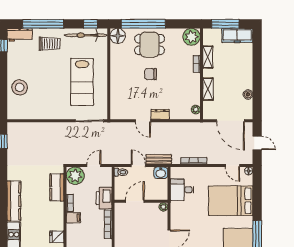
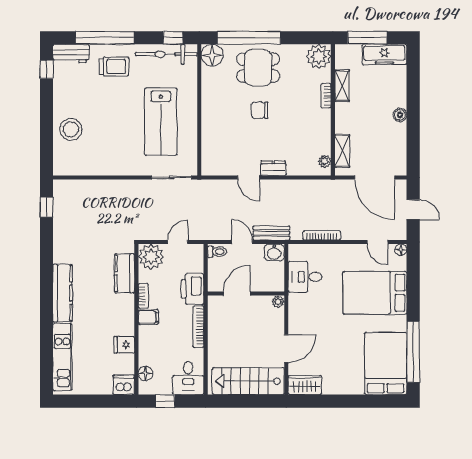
shelving: (208, 89) -> (342, 151), moved
boiler: (248, 94) -> (400, 115), moved

